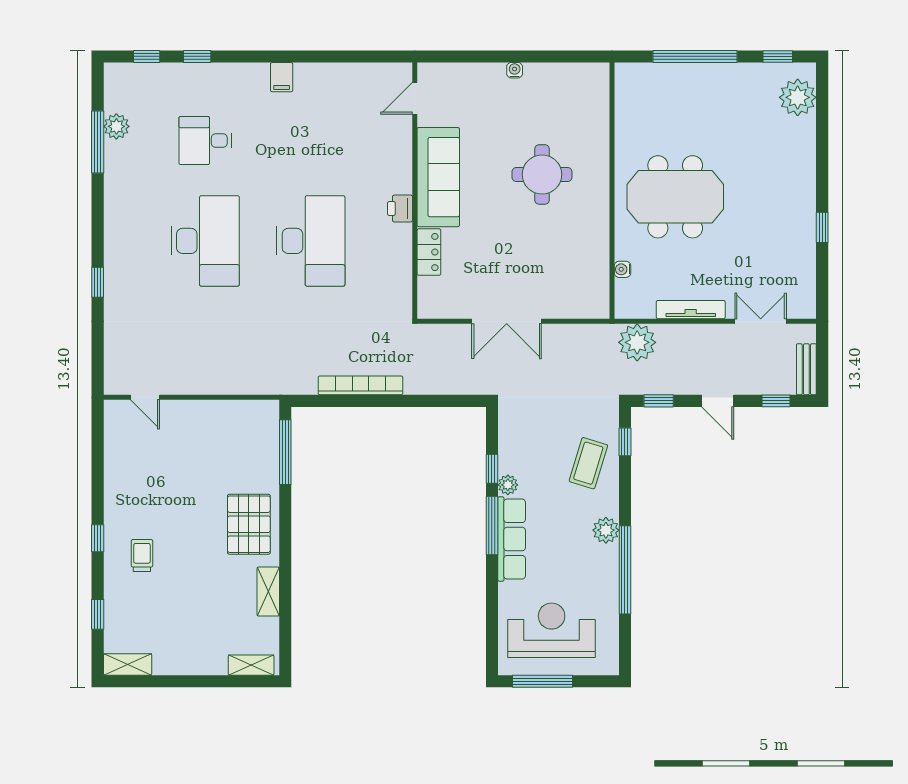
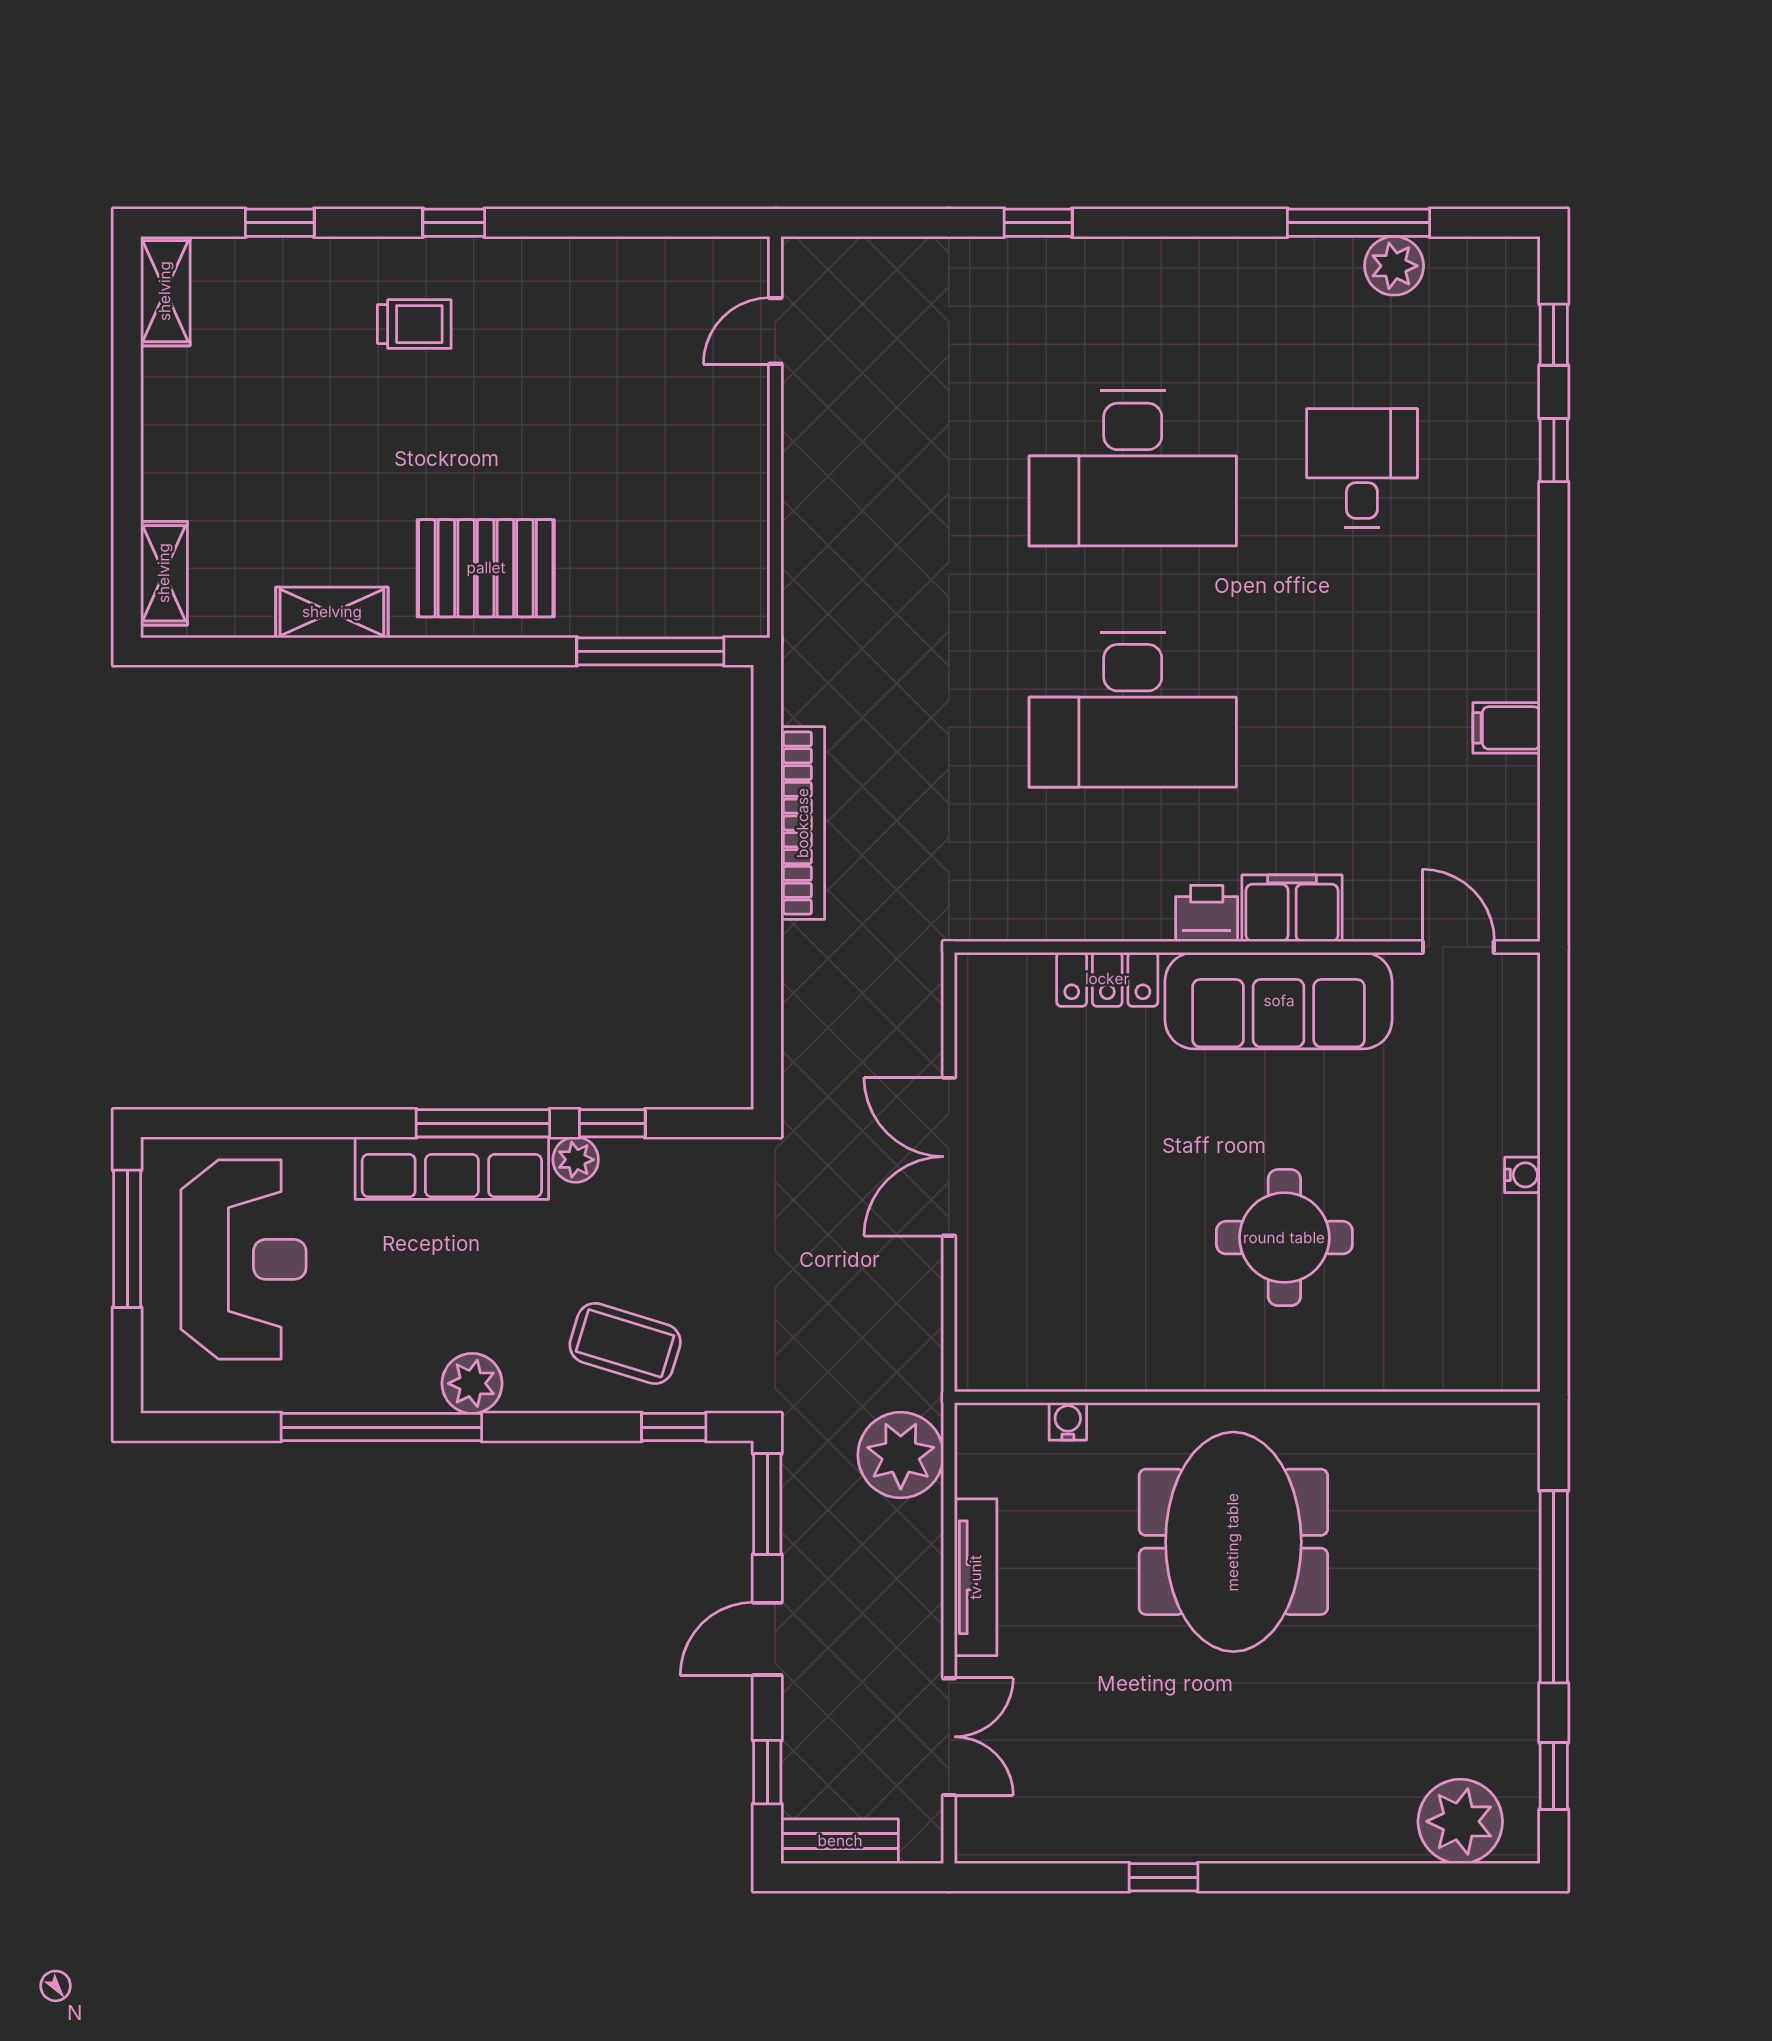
filing cabinet: (282, 77) -> (1507, 728), moved
filing cabinet: (398, 171) -> (1292, 908), added
window: (659, 401) -> (767, 1504), width x1.50

